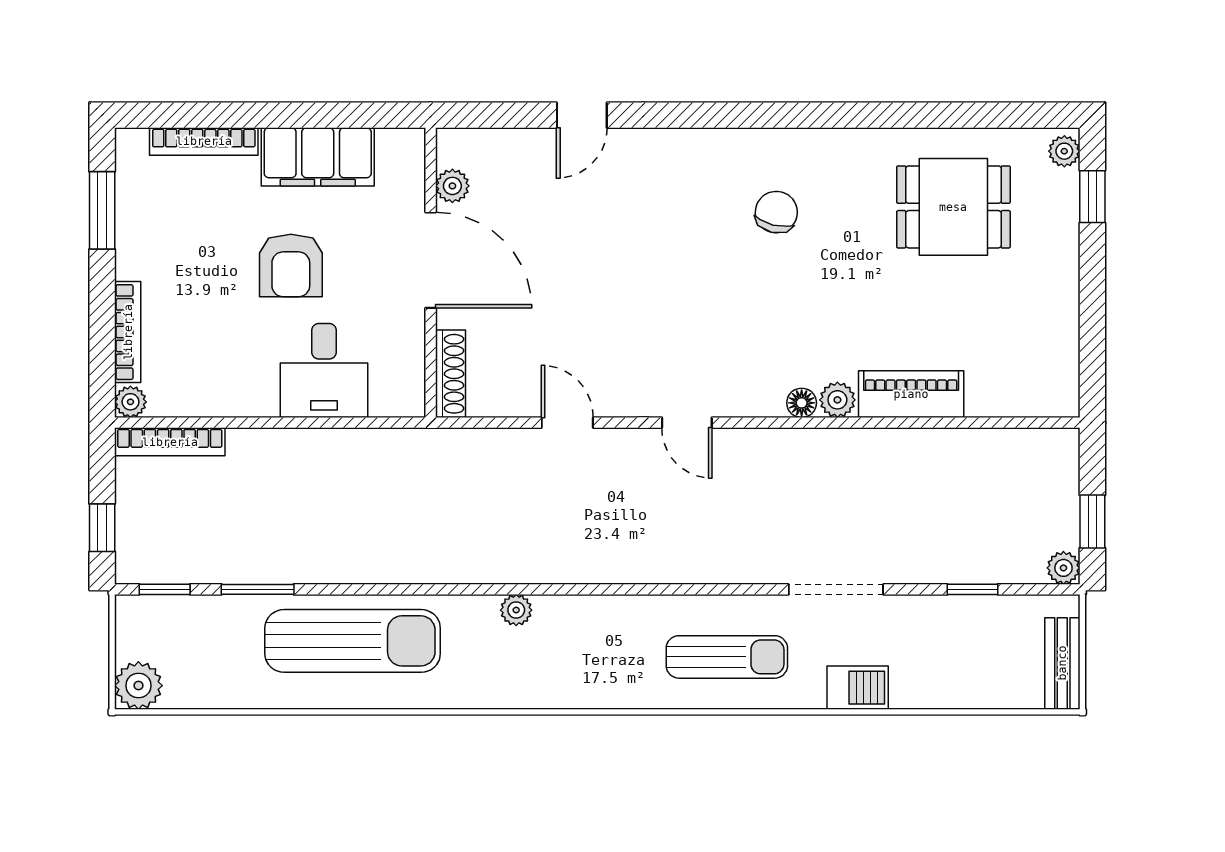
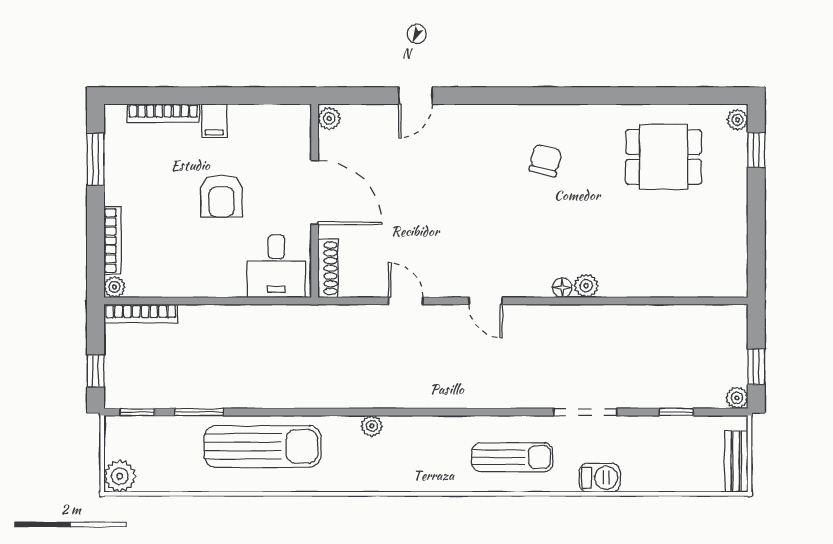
filing cabinet: (318, 157) -> (214, 121), width x0.33, depth x0.86
plant: (452, 186) -> (329, 118), moved
desk: (324, 370) -> (276, 266), moved
piano: (911, 394) -> (635, 282), removed

